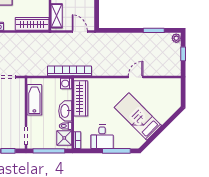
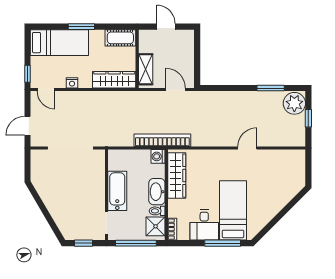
plant: (176, 38) -> (294, 103), width x1.87, depth x1.87
bathtub: (34, 100) -> (117, 191), moved
bed: (138, 117) -> (233, 210), moved, turned 45

